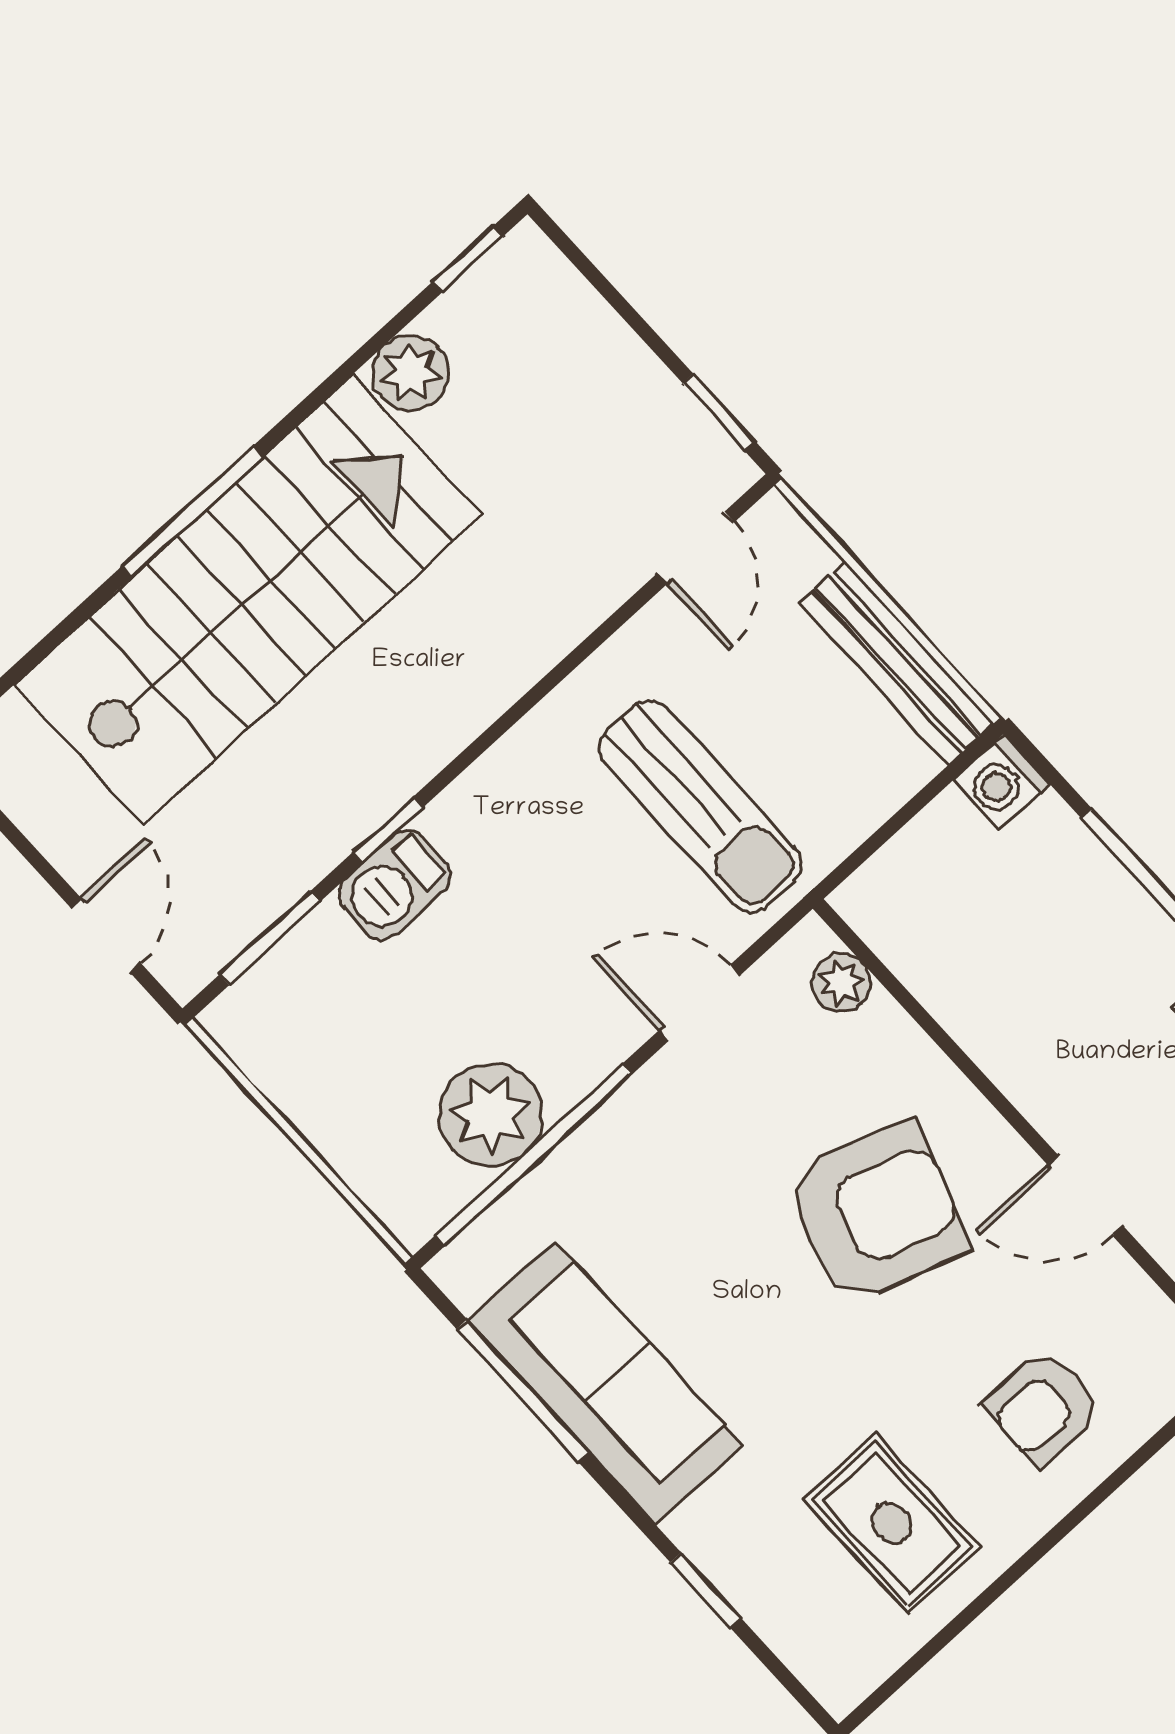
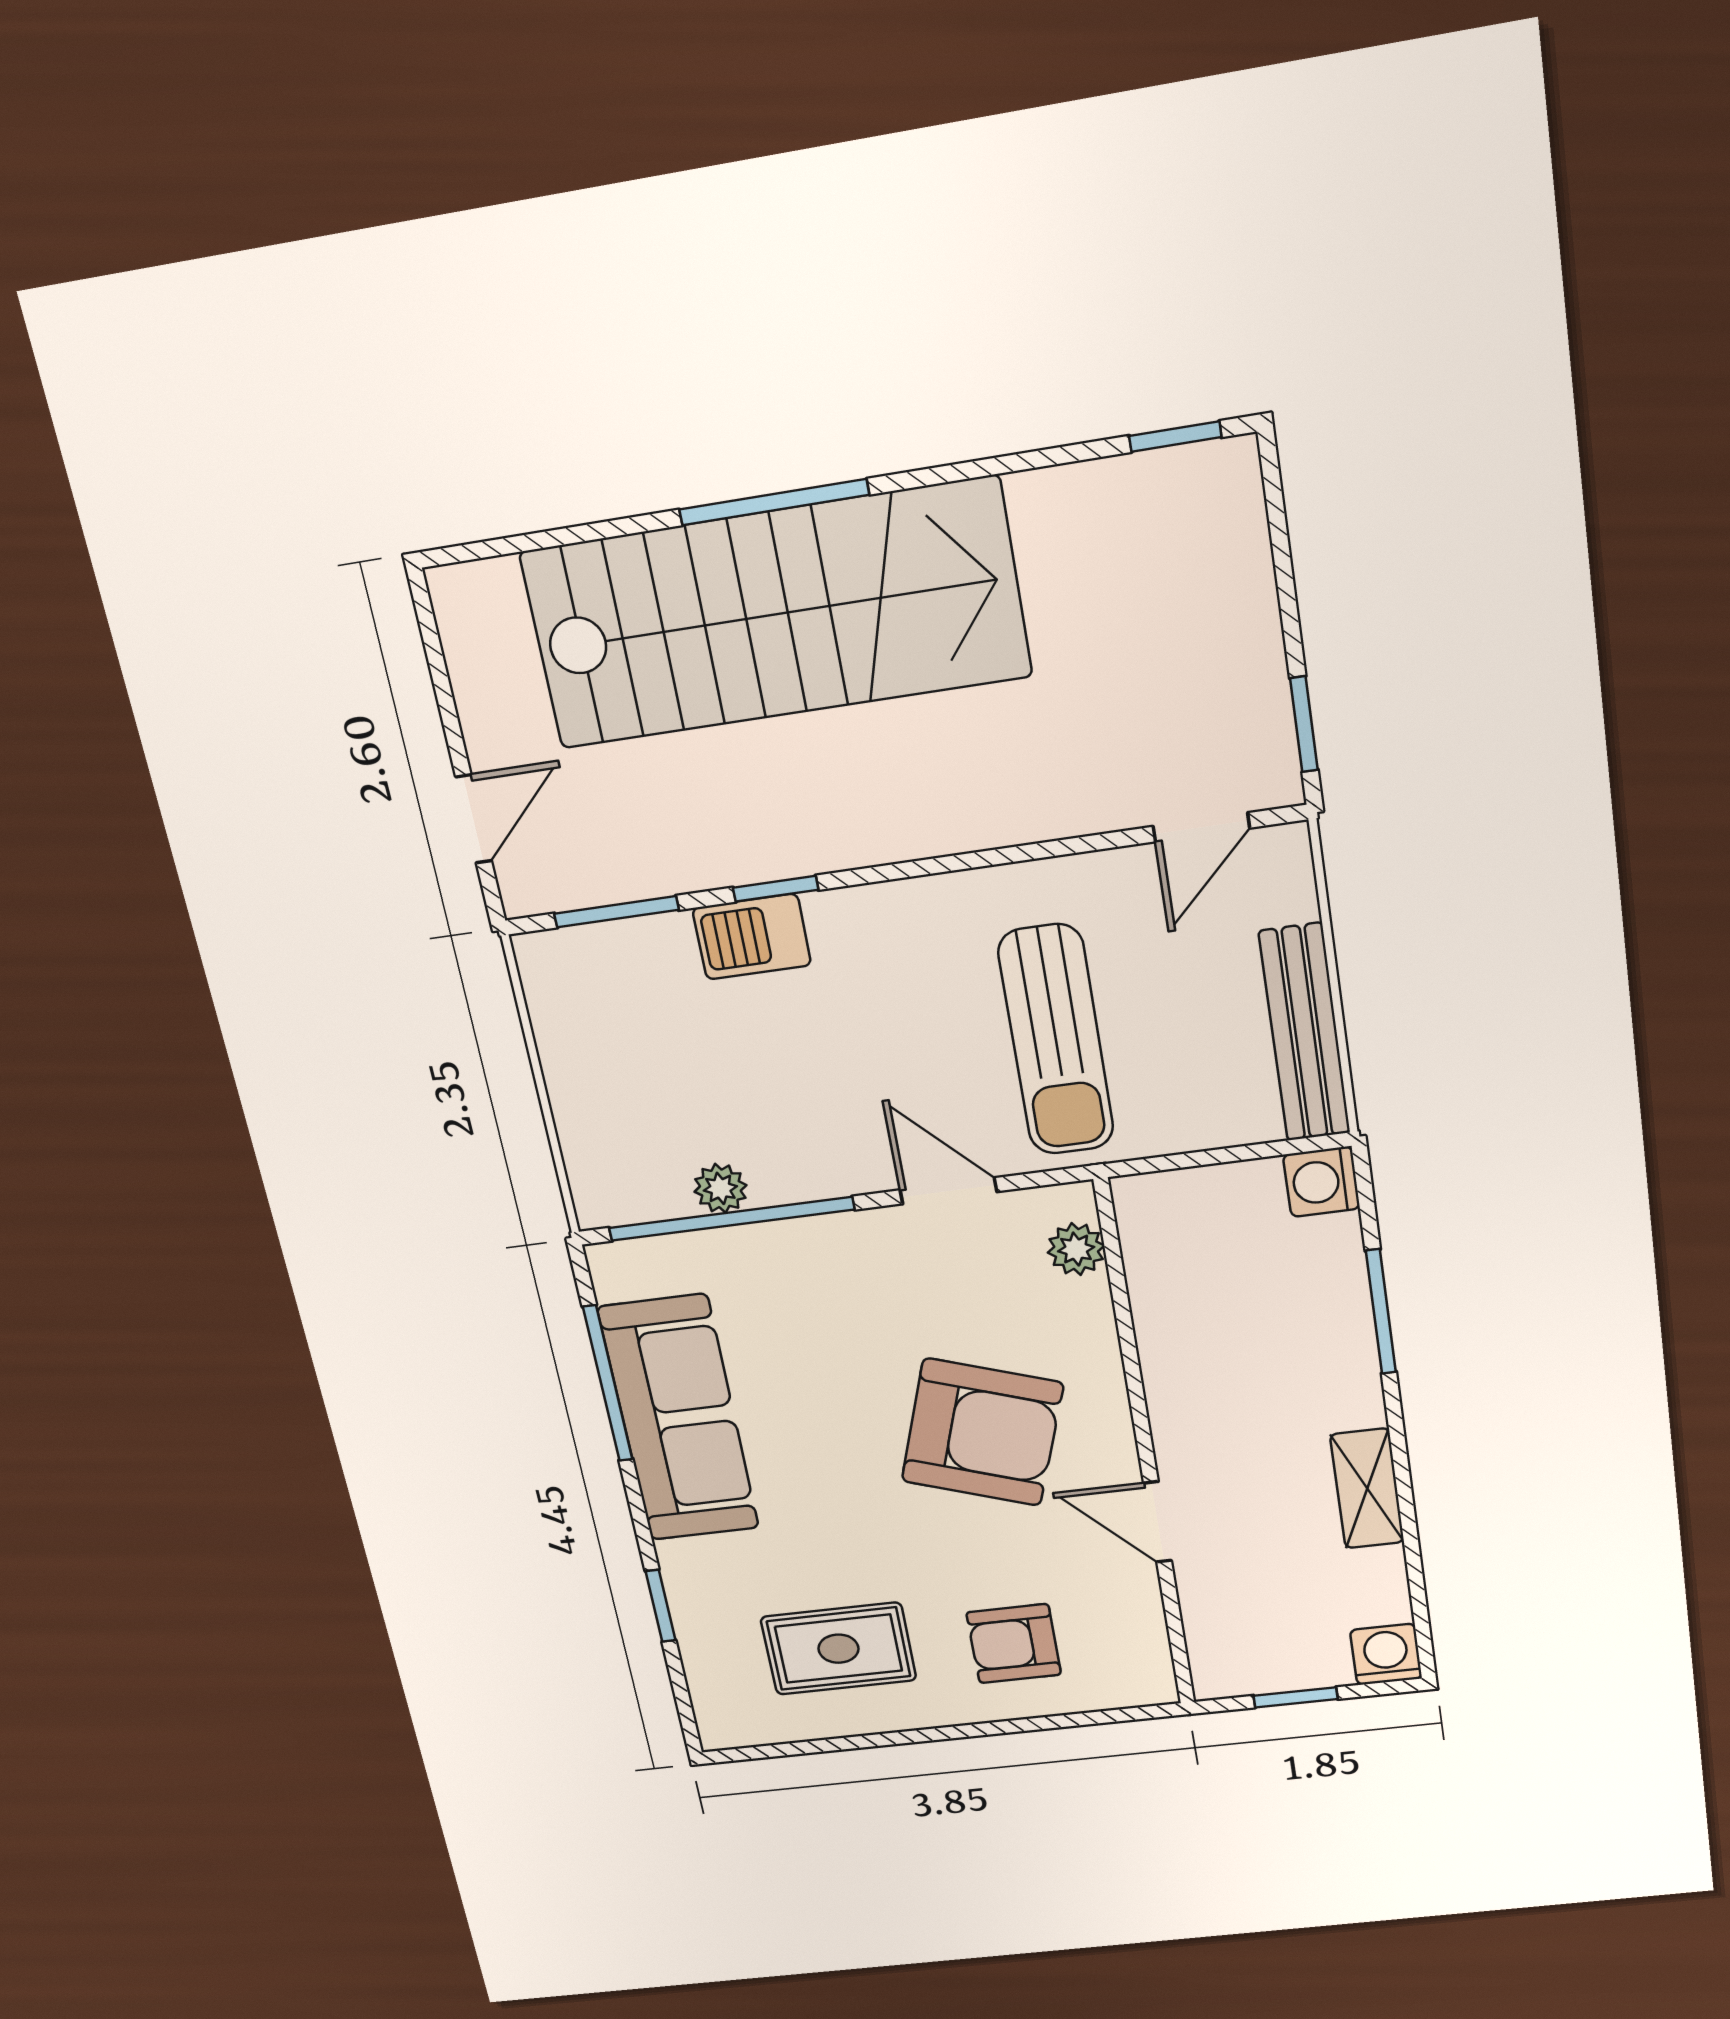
plant: (410, 373) -> (1053, 507), removed
plant: (491, 1115) -> (720, 1188), width x0.53, depth x0.53
rug: (892, 1523) -> (838, 1649), turned 90

